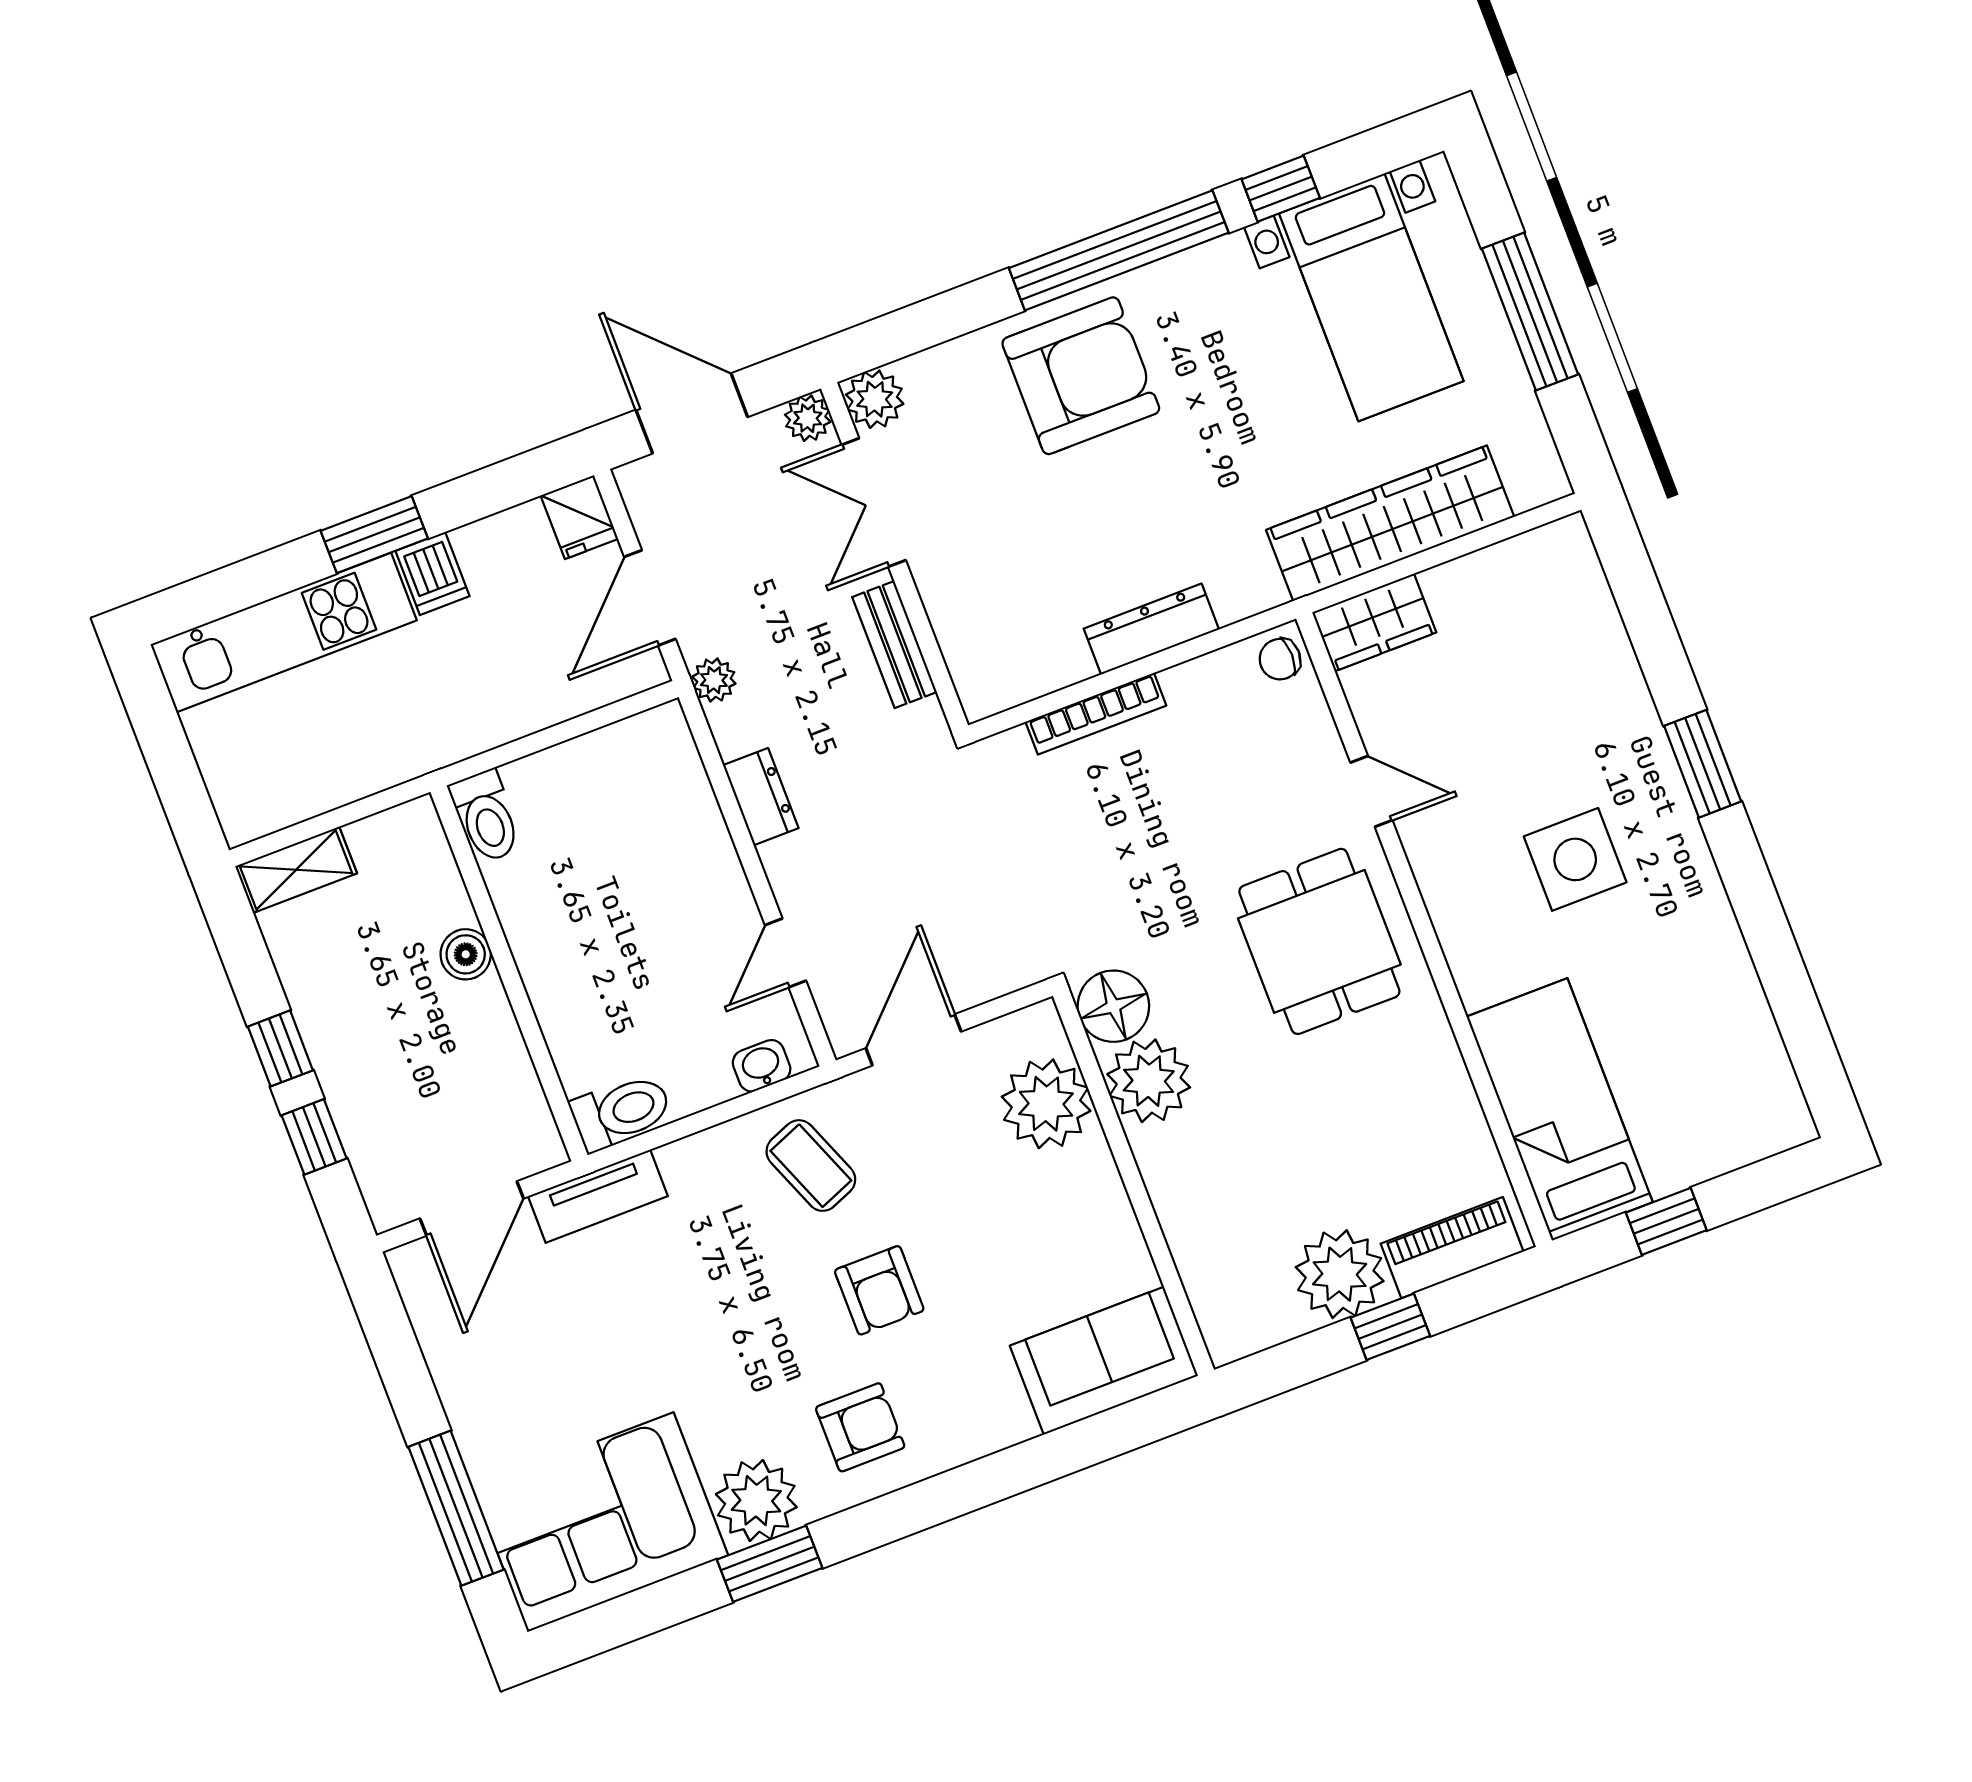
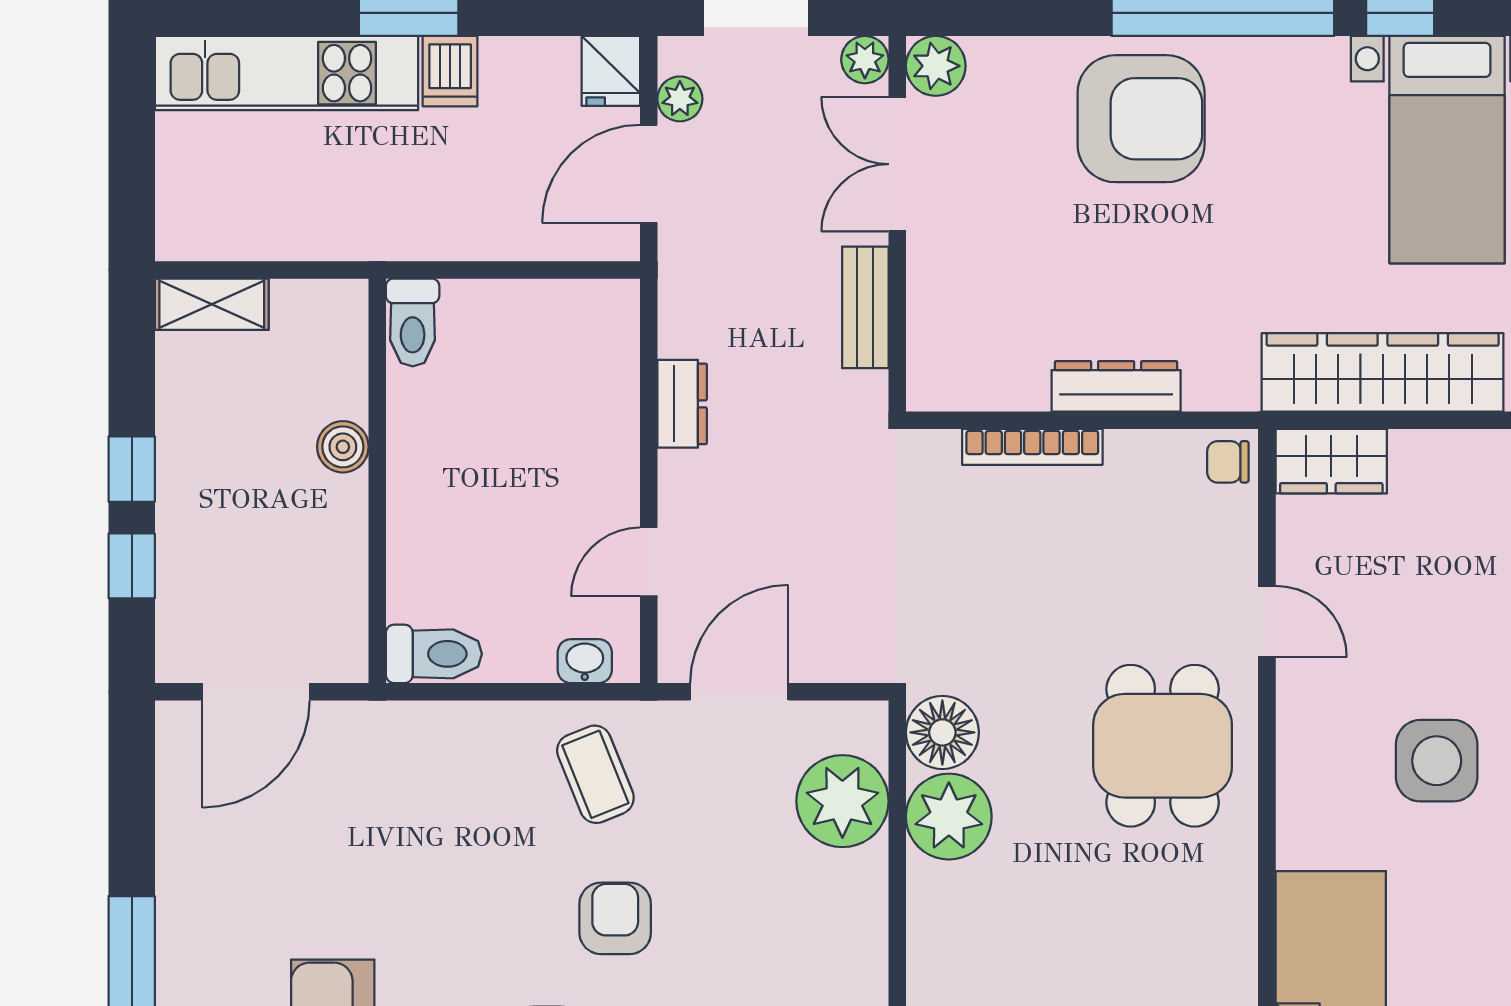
plant: (714, 680) -> (680, 99), moved
tv unit: (598, 1196) -> (381, 726), removed
armchair: (879, 1290) -> (615, 918), turned 180

